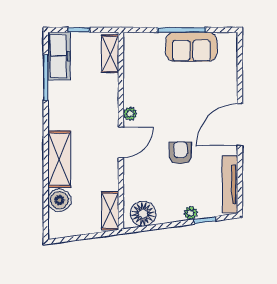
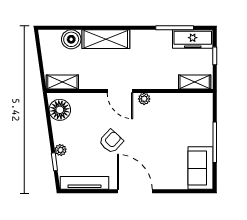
sofa: (191, 47) -> (201, 168), moved
armchair: (180, 153) -> (111, 141), turned -47

